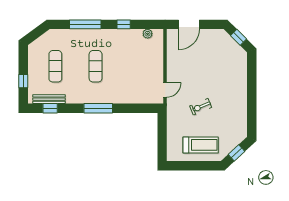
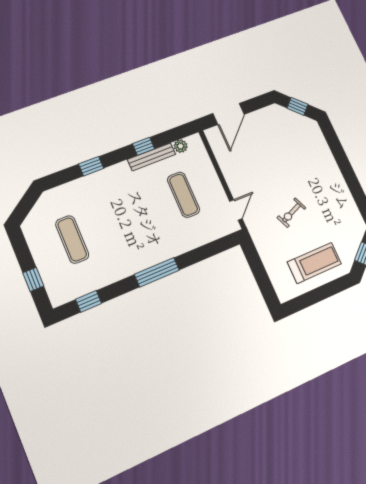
window: (85, 24) -> (91, 166), width x0.46
exercise mat: (96, 66) -> (184, 195), moved
bench: (49, 99) -> (152, 157), moved

